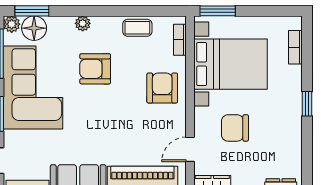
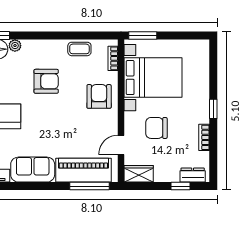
plant: (83, 23) -> (15, 46), moved
bookcase: (295, 47) -> (204, 137), moved
armchair: (95, 69) -> (46, 81), turned 180

